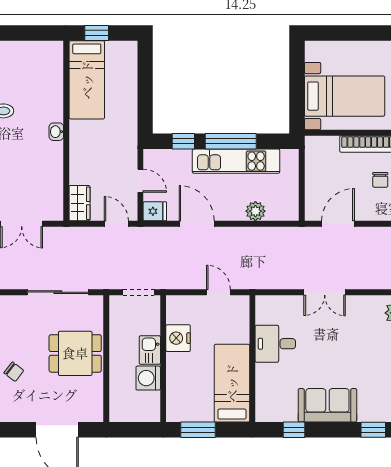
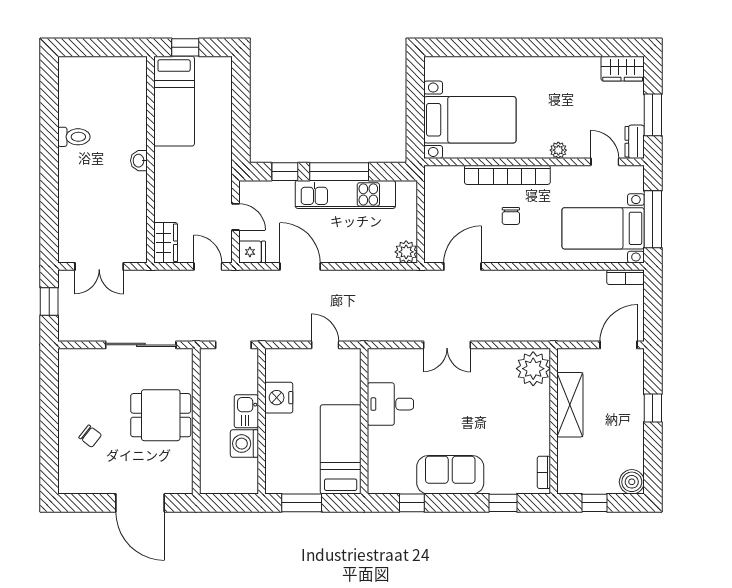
plant: (255, 211) -> (406, 252), moved

